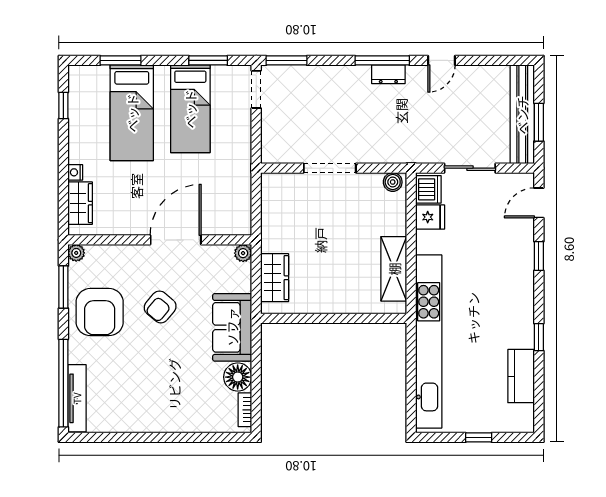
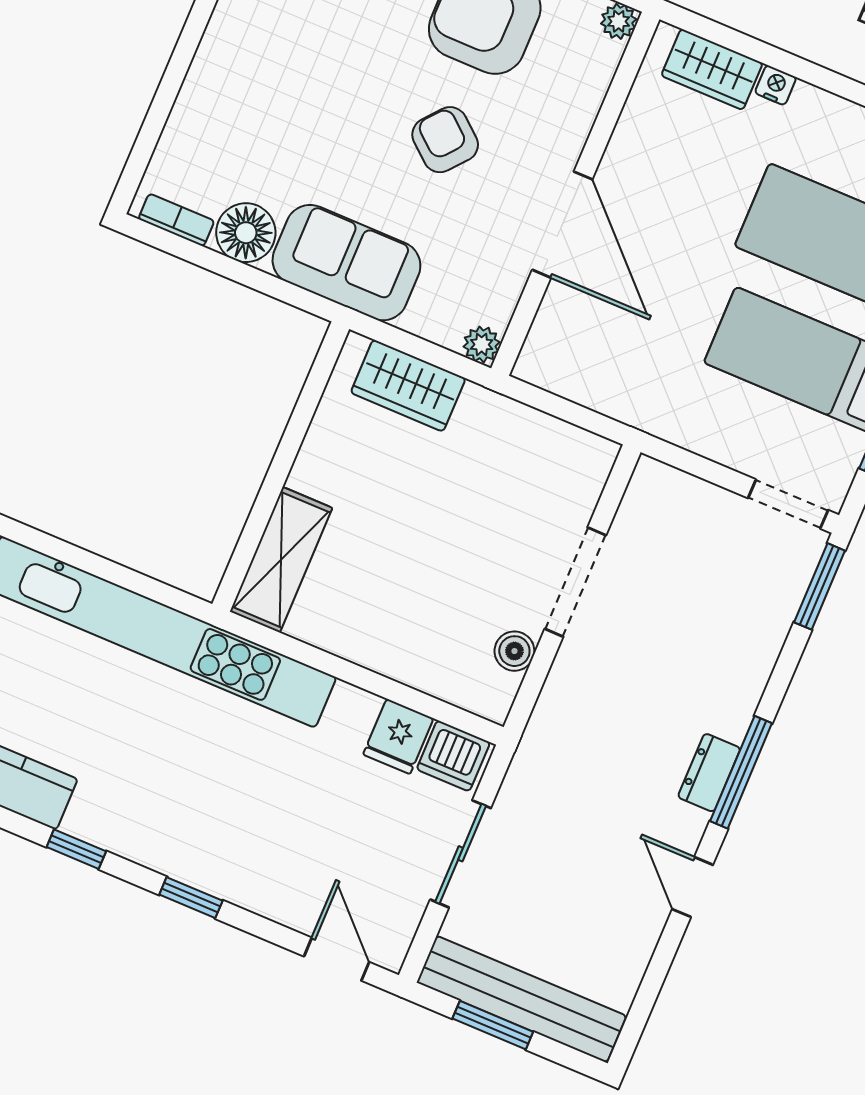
boiler: (393, 182) -> (514, 651), moved
window: (539, 256) -> (191, 898), moved
shelving: (394, 269) -> (281, 560), moved, turned 90

